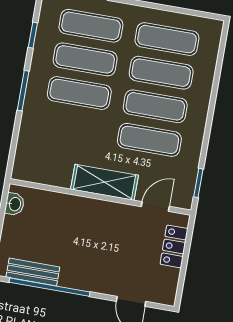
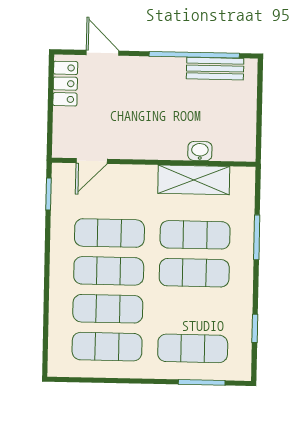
exercise mat: (85, 59) -> (195, 235), moved
window: (23, 91) -> (257, 237), moved
shelving: (104, 182) -> (194, 180), moved
washbasin: (14, 204) -> (200, 151), moved, turned 90
locker: (174, 246) -> (65, 84), moved

